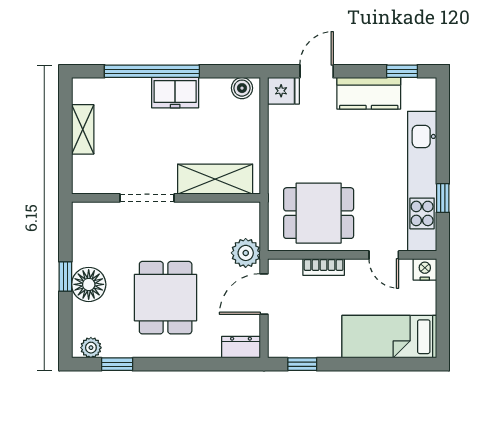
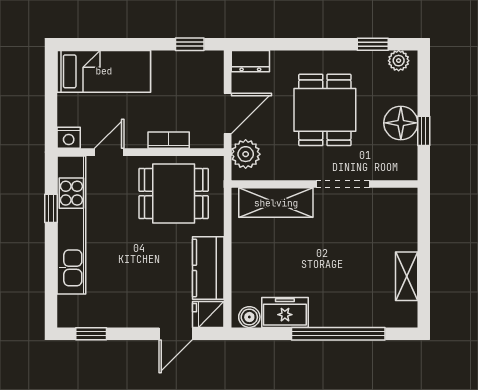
freezer: (175, 93) -> (285, 312), moved
kitchen counter: (369, 93) -> (208, 268), moved, turned -90
shelving: (215, 179) -> (276, 203), moved
doorway: (147, 198) -> (343, 184), moved
wall: (166, 198) -> (324, 184), moved
door: (384, 255) -> (109, 152), hinge flipped

